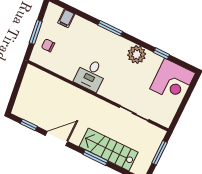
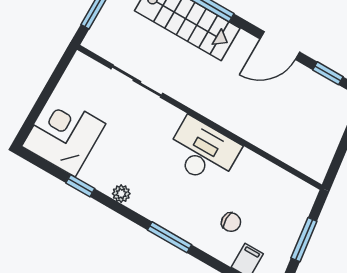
chair: (48, 45) -> (231, 222), moved
plant: (137, 54) -> (121, 194), width x0.53, depth x0.53
desk: (91, 75) -> (203, 152), width x1.37

